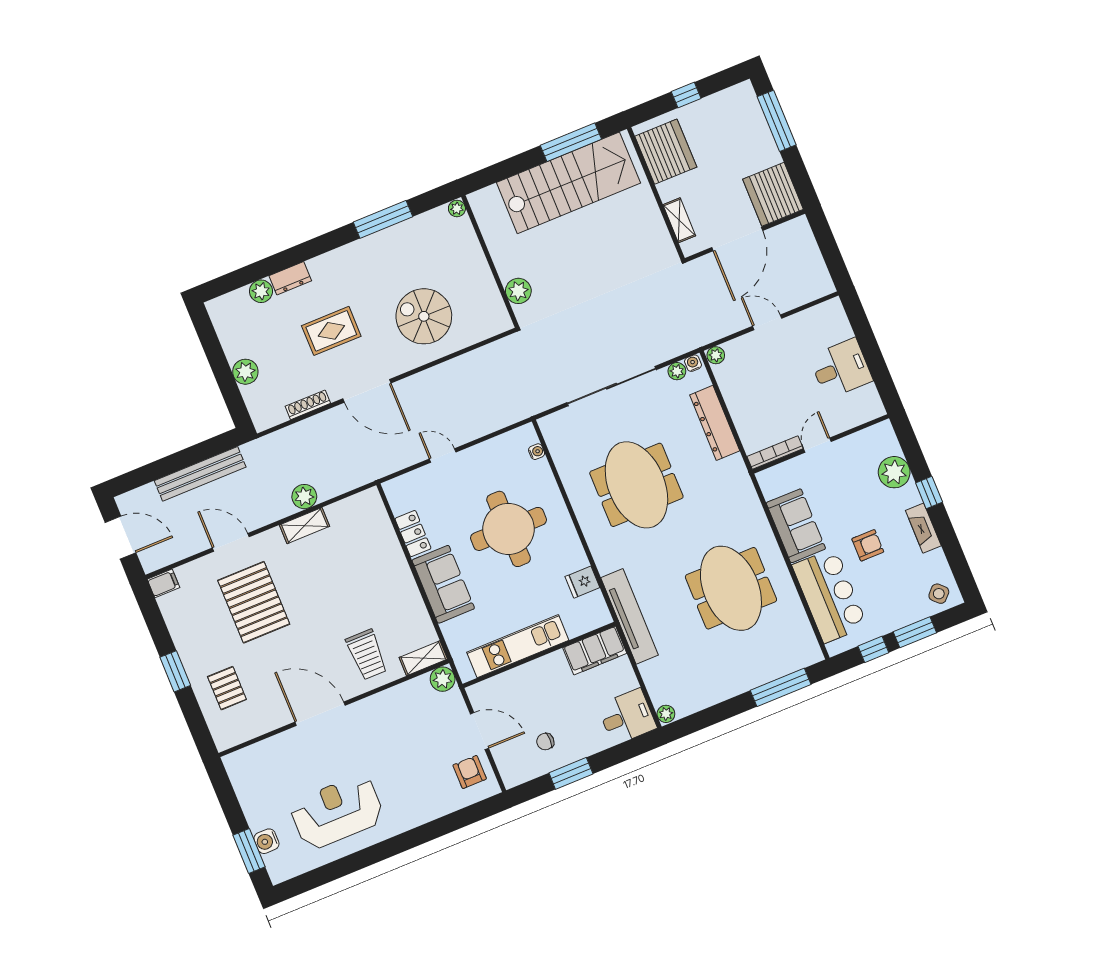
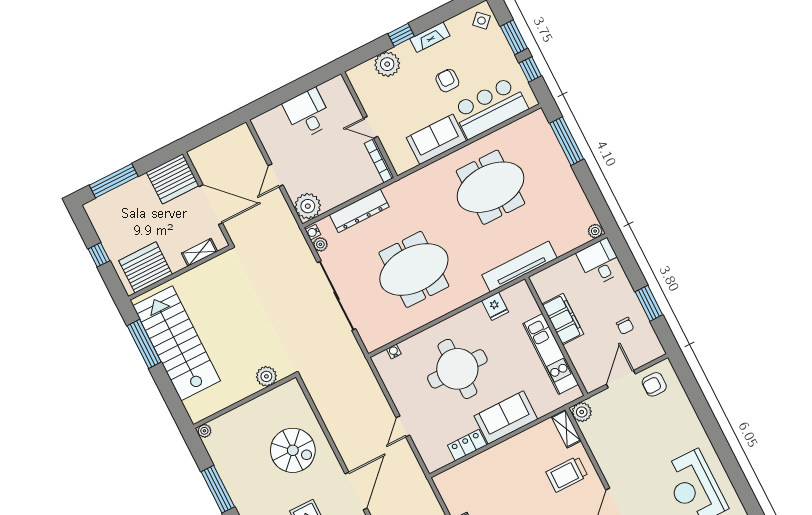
spiral stairs: (424, 316) -> (293, 450), turned -90
plant: (716, 355) -> (308, 206), width x1.87, depth x1.87
filing cabinet: (595, 651) -> (563, 319), moved
trolley: (367, 655) -> (567, 474), turned 180

